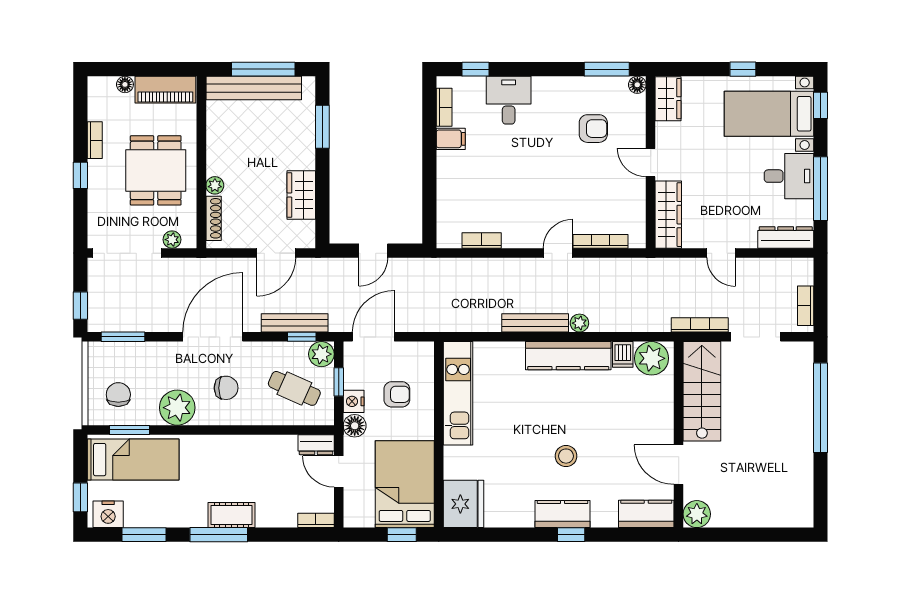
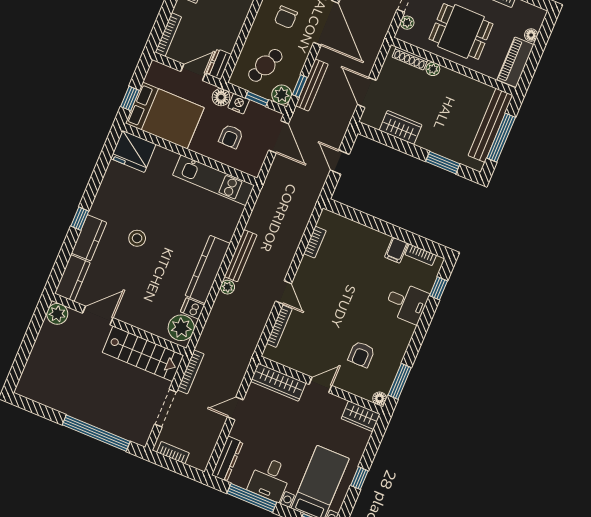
kitchen counter: (563, 514) -> (89, 238), moved
bookcase: (316, 520) -> (168, 35), width x1.56

